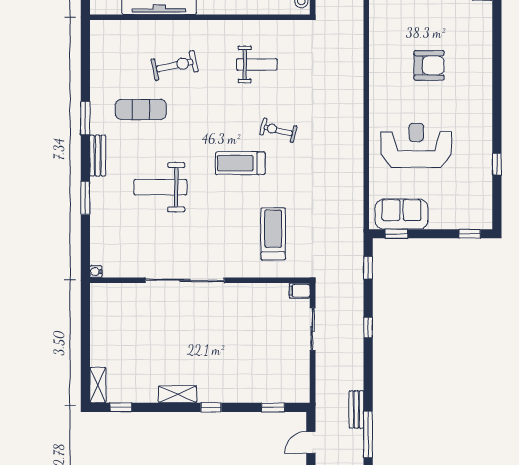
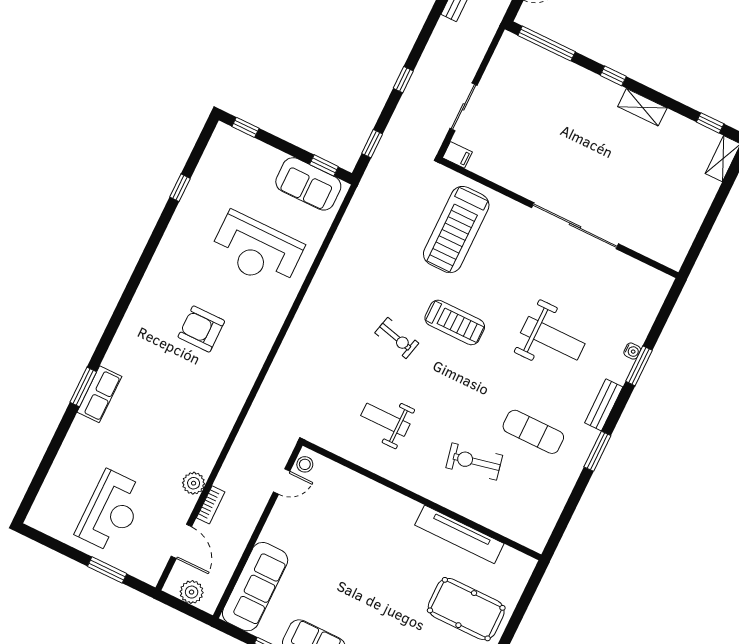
treadmill: (273, 234) -> (456, 230), width x1.37, depth x1.38
water cooler: (96, 272) -> (632, 351), moved
window: (273, 407) -> (547, 44), width x2.17

